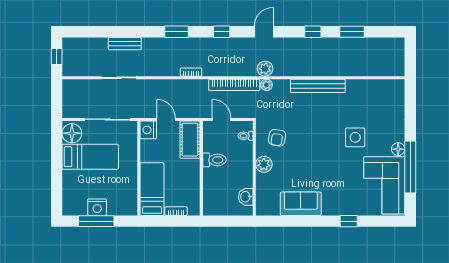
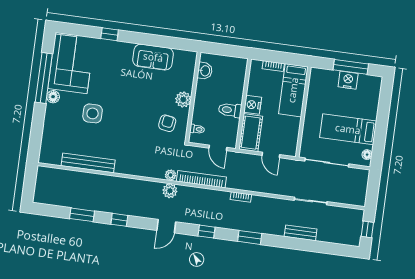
bench: (318, 86) -> (88, 163), moved
nightstand: (148, 130) -> (253, 105), moved, turned 180
floor lamp: (72, 133) -> (367, 155), width x0.53, depth x0.53

